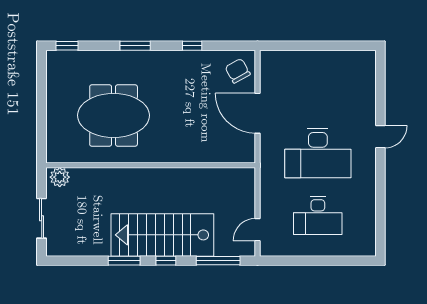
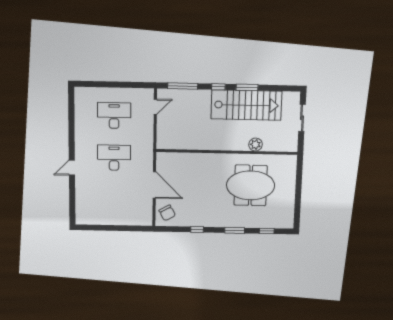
window: (67, 46) -> (267, 231), moved
desk: (318, 153) -> (114, 158), width x0.73, depth x0.77
plant: (60, 177) -> (256, 145), moved
stairs: (162, 235) -> (246, 105), moved

